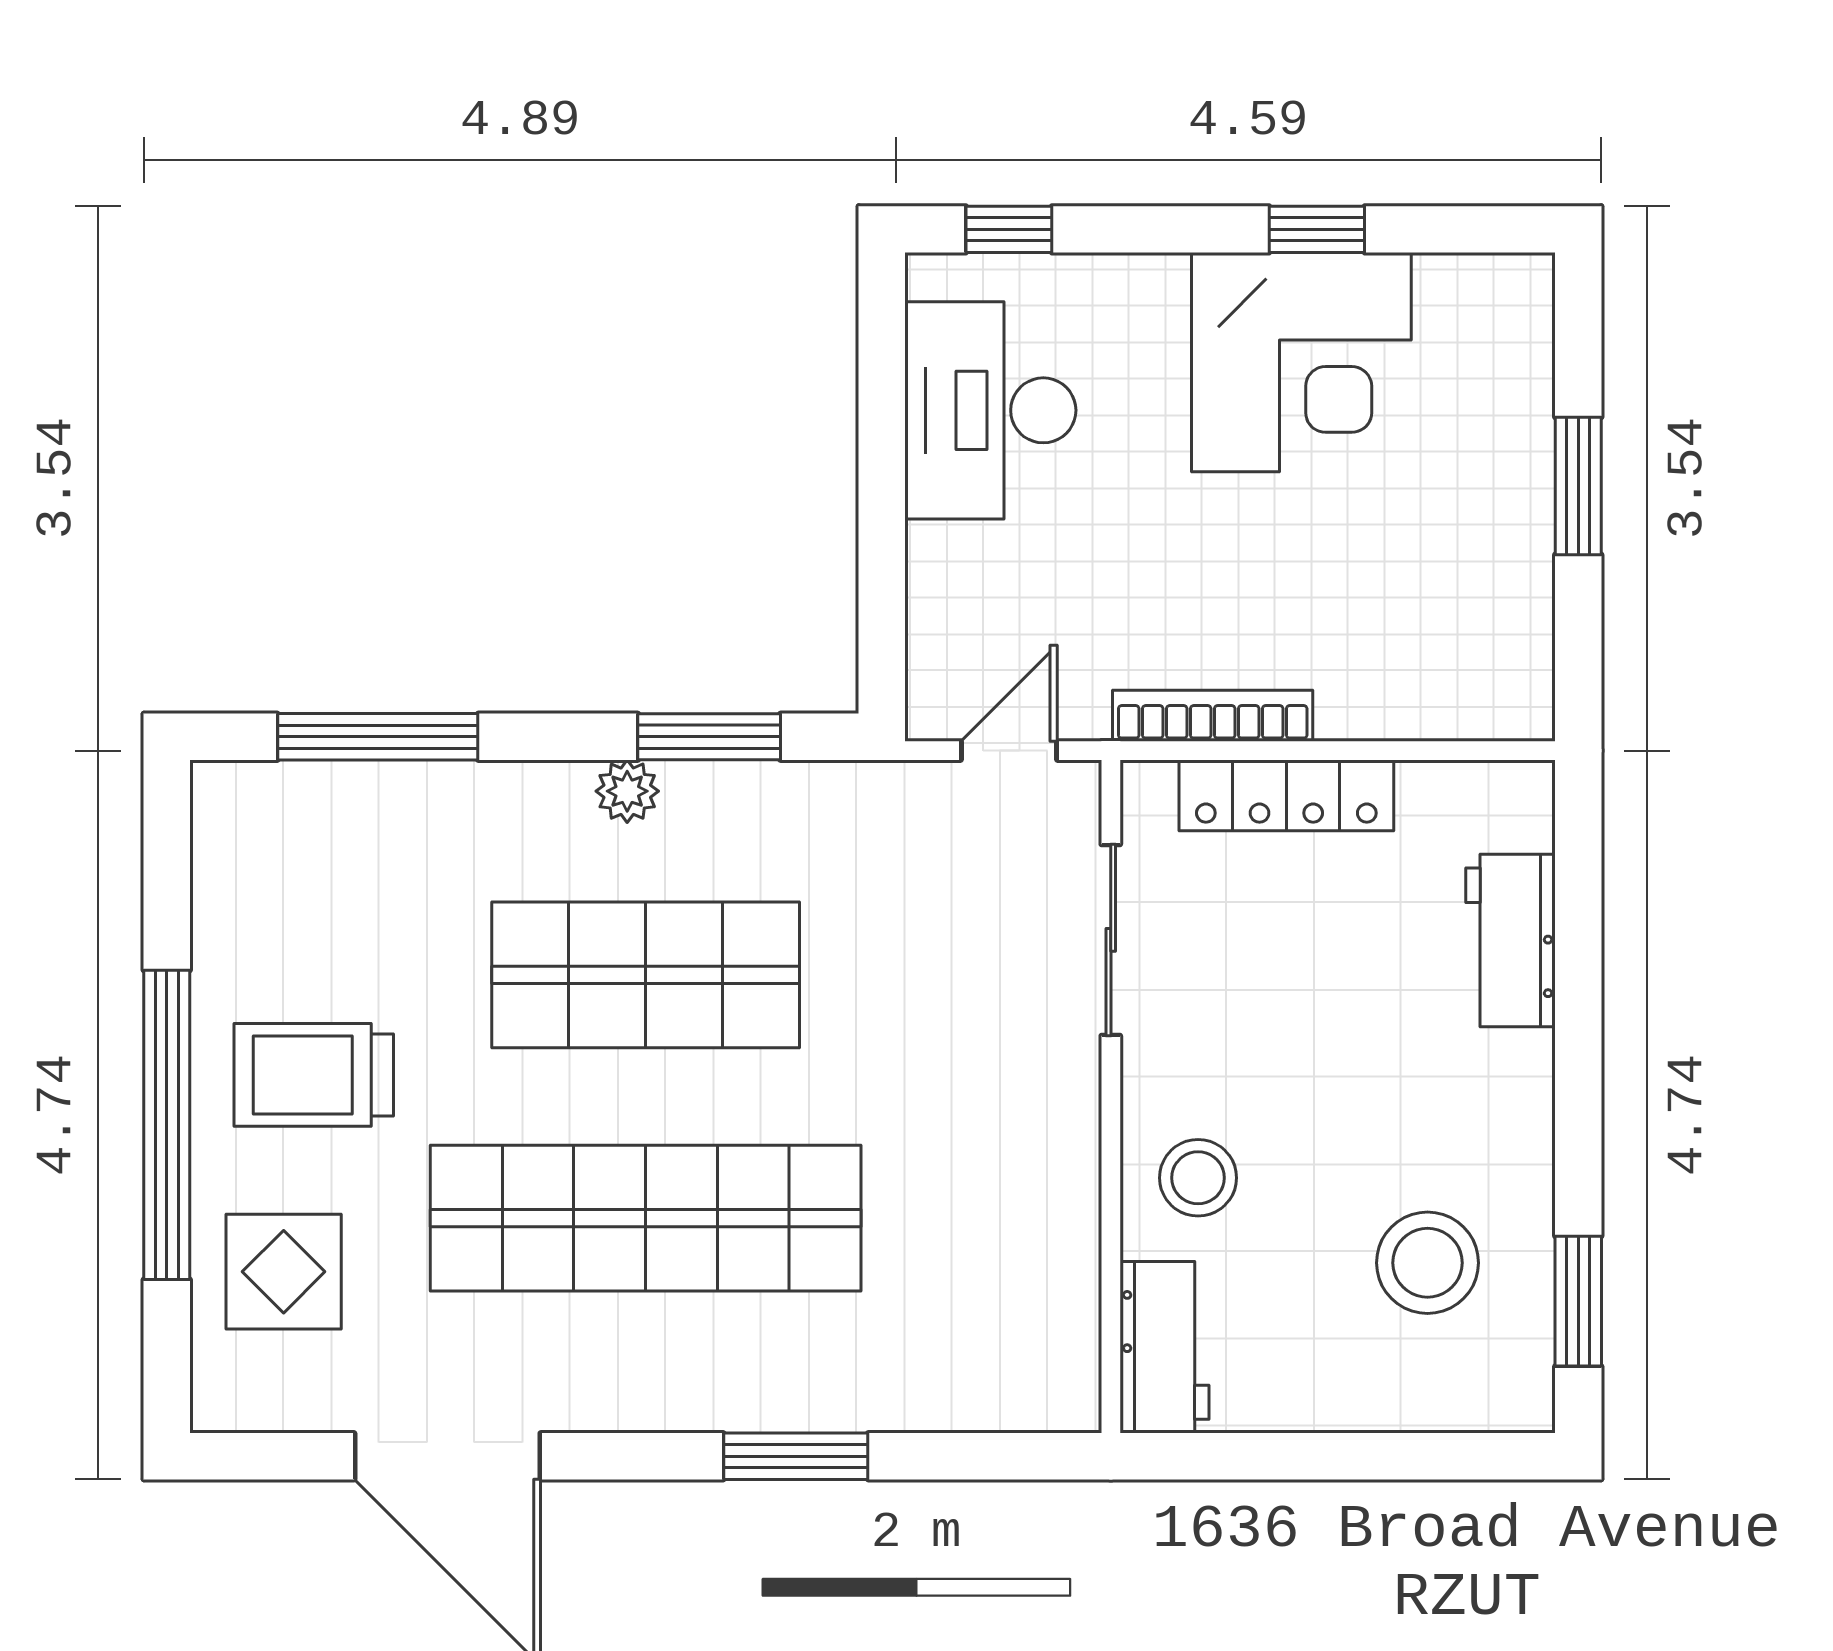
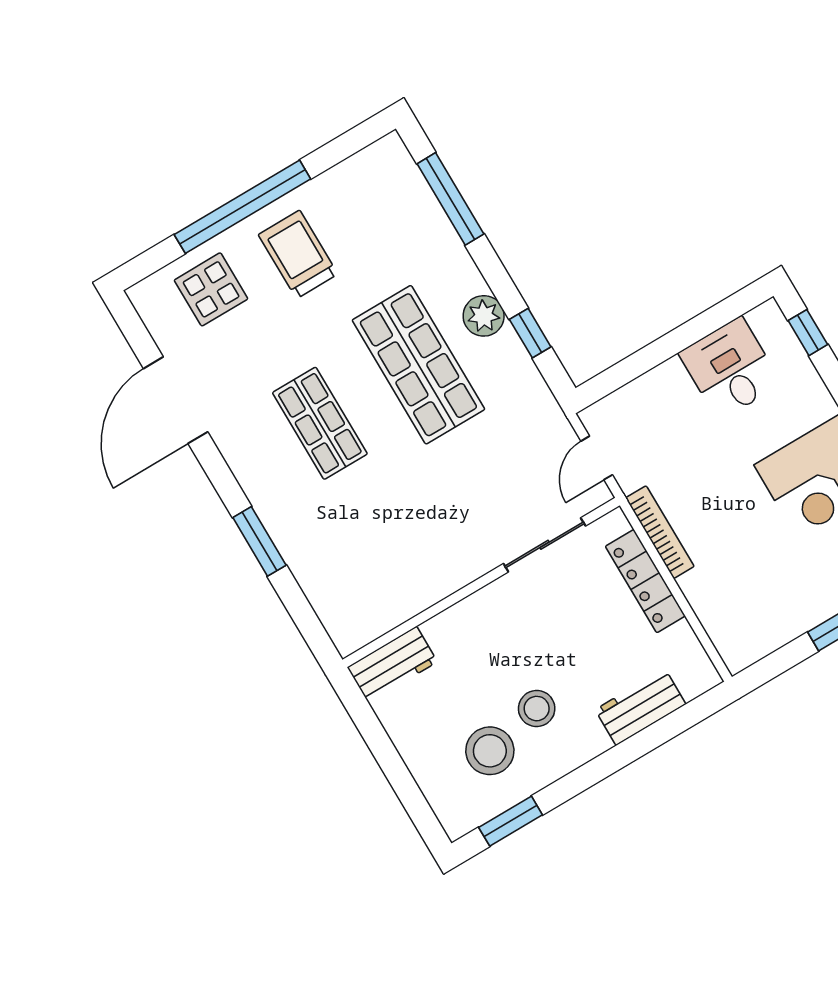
desk: (990, 410) -> (730, 369), width x0.73
window: (709, 737) -> (530, 333), width x0.67
door: (1009, 751) -> (597, 458), swing flipped
plant: (627, 791) -> (484, 316), width x1.38, depth x1.38
stool: (1198, 1178) -> (537, 709), moved
shop shelf: (646, 1218) -> (320, 423), width x0.50, depth x0.74

